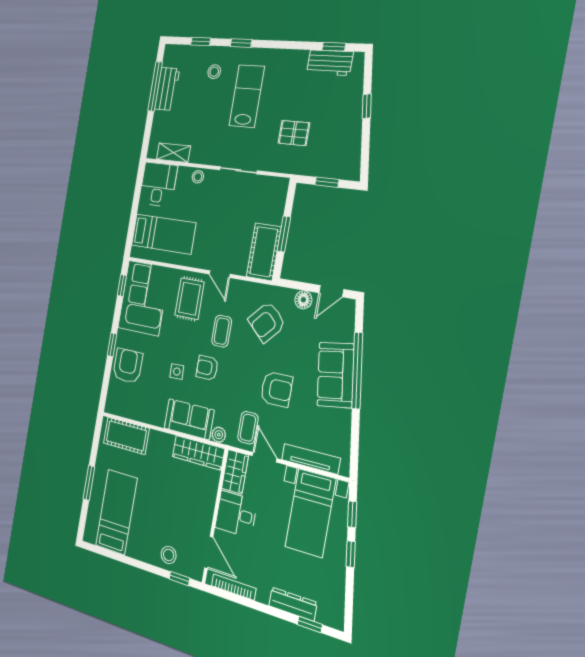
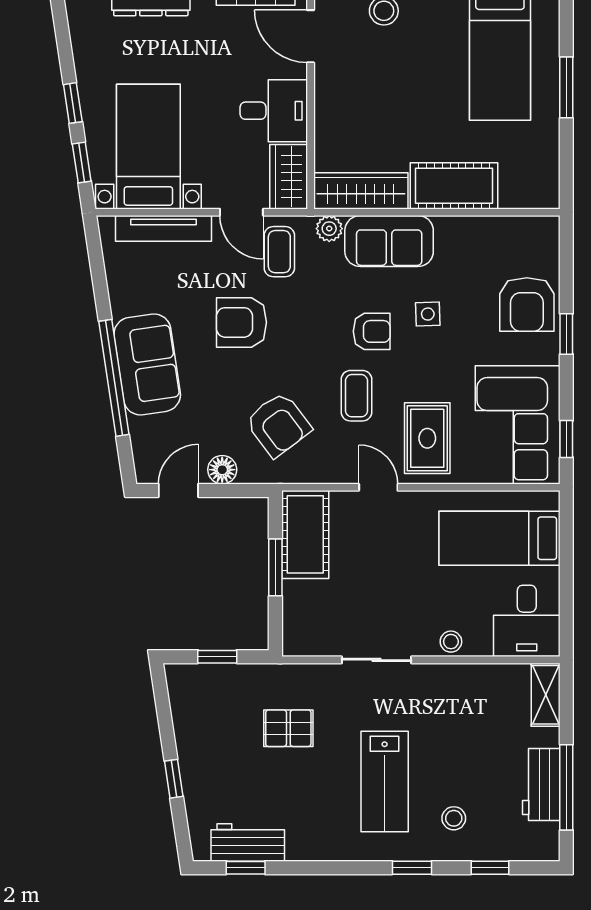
shelving: (173, 153) -> (546, 695), moved, turned 90
armchair: (267, 322) -> (278, 425), turned 100
cot: (126, 436) -> (454, 186), moved

